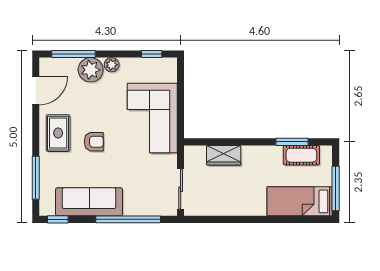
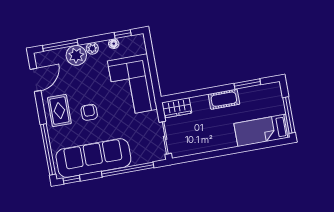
floor lamp: (139, 64) -> (114, 44), added
armchair: (94, 142) -> (89, 112), turned -90
wardrobe: (224, 155) -> (177, 108), moved
cot: (301, 155) -> (224, 99), moved
window: (36, 178) -> (48, 149), width x1.46
sofa: (89, 202) -> (93, 158), width x1.36, depth x1.27

